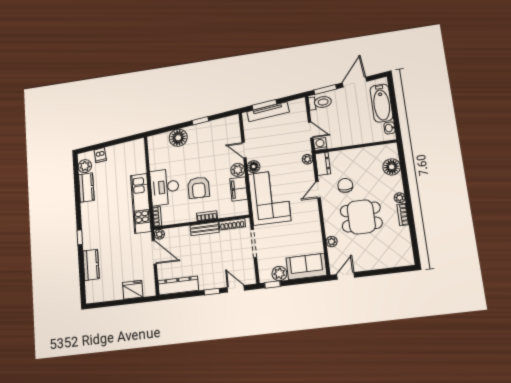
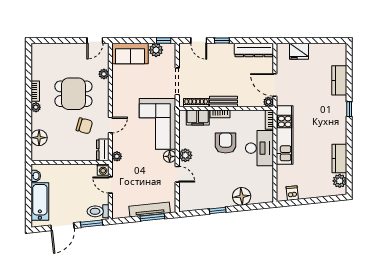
dishwasher: (100, 155) -> (292, 193), moved
chair: (345, 185) -> (84, 126), turned -74
filing cabinet: (239, 189) -> (198, 117), moved, turned 90

